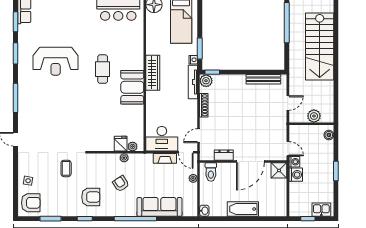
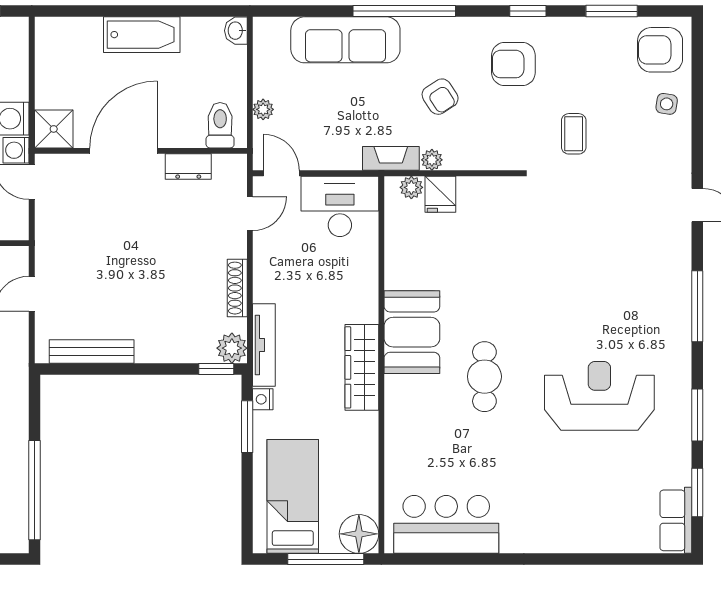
fireplace: (165, 158) -> (391, 158), moved

